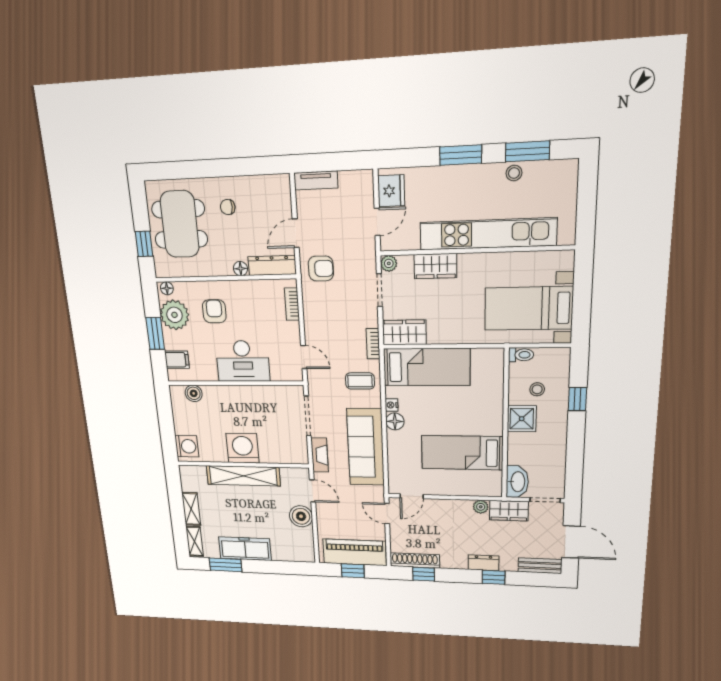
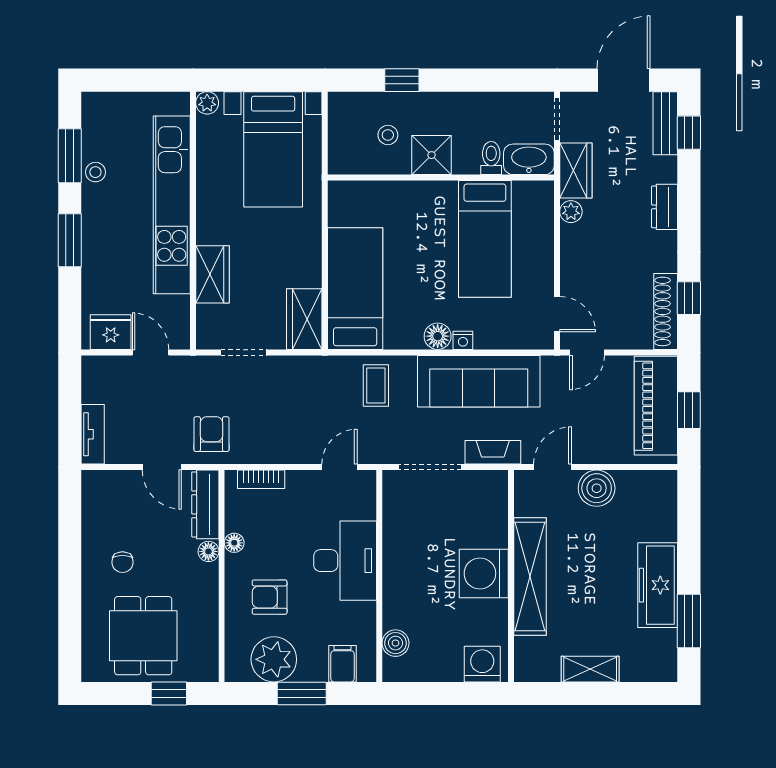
dining table: (180, 224) -> (143, 636), width x0.73
plant: (389, 263) -> (207, 103), moved
floor lamp: (167, 288) -> (234, 543), moved
bookcase: (373, 344) -> (320, 364), removed
toilet: (521, 355) -> (491, 158), moved
nightstand: (392, 405) -> (463, 340), moved
shelving: (195, 541) -> (648, 670), removed
window: (494, 577) -> (689, 133), moved

